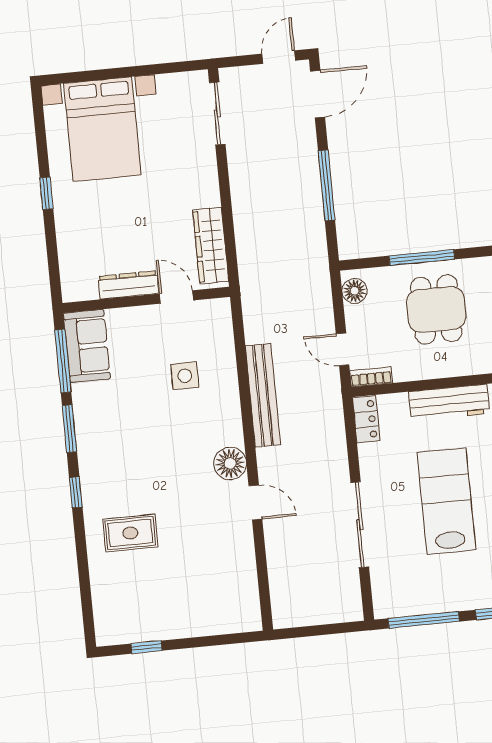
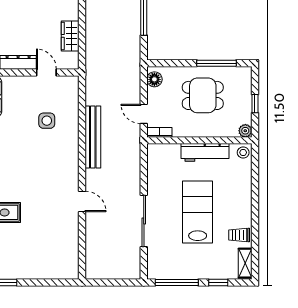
wardrobe: (211, 246) -> (70, 36), width x0.67
window: (422, 258) -> (217, 63), moved
dining table: (436, 309) -> (203, 95), turned 90
locker: (366, 419) -> (154, 158), removed
floor lamp: (230, 463) -> (69, 176), removed

